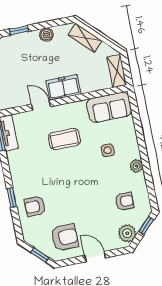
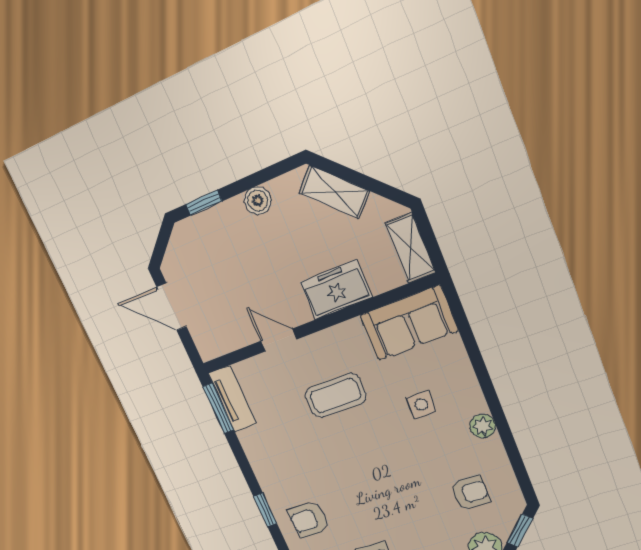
freezer: (63, 87) -> (336, 290), moved

